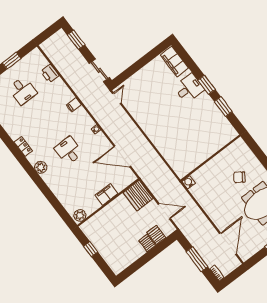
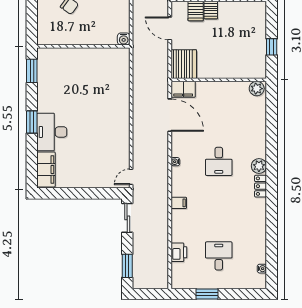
desk: (189, 88) -> (52, 132), width x1.37
window: (223, 107) -> (32, 71), moved
locker: (23, 146) -> (261, 186), moved
filing cabinet: (106, 194) -> (183, 89), moved

